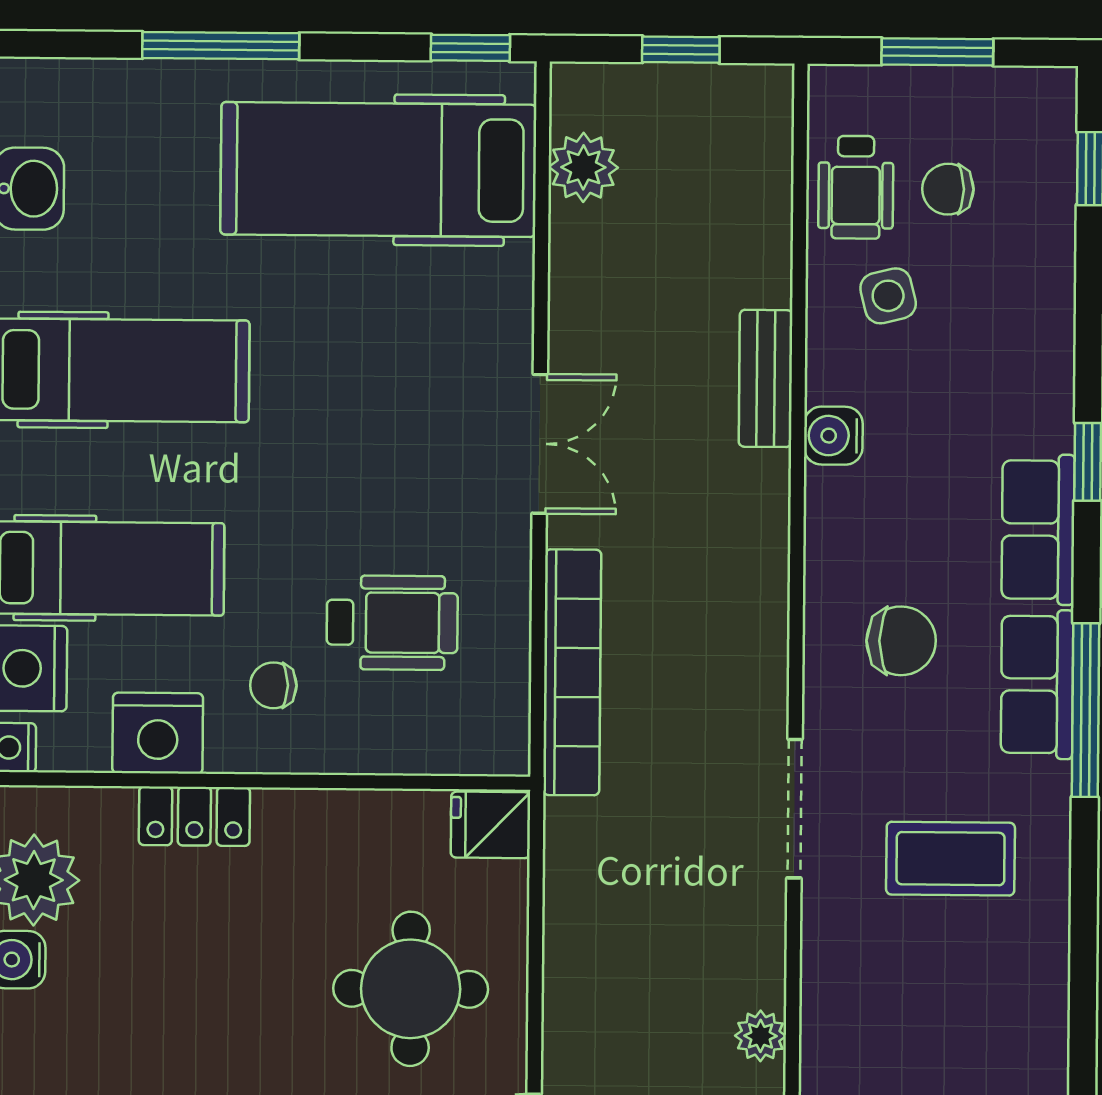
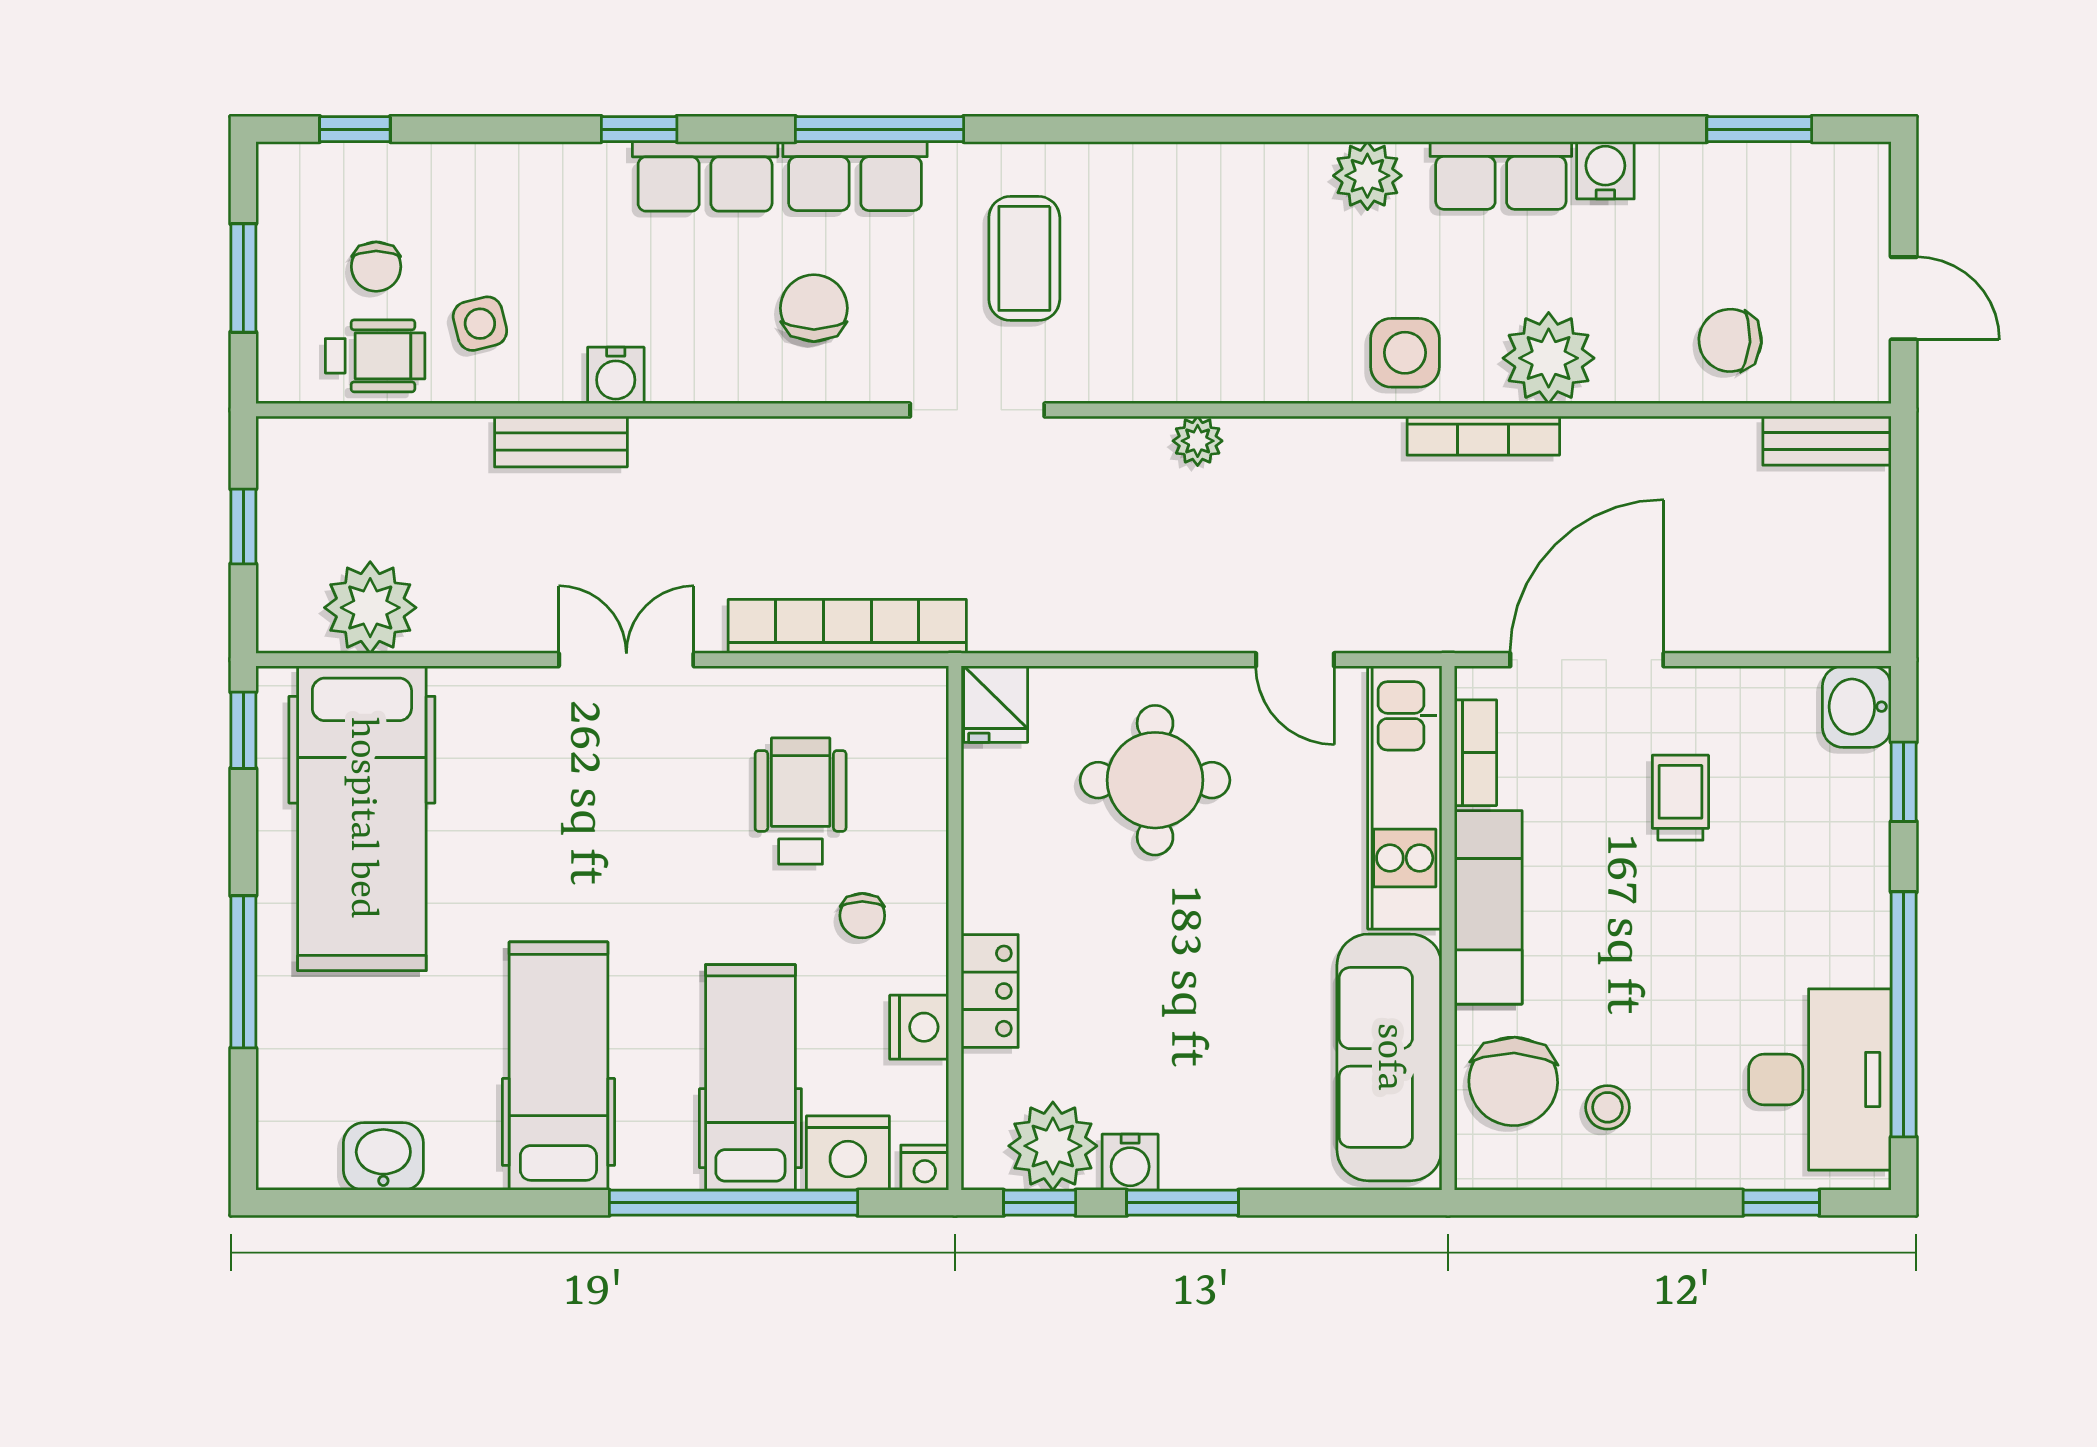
plant: (583, 167) -> (370, 608), width x1.36, depth x1.36
nightstand: (158, 733) -> (919, 1027), width x0.74, depth x0.75

